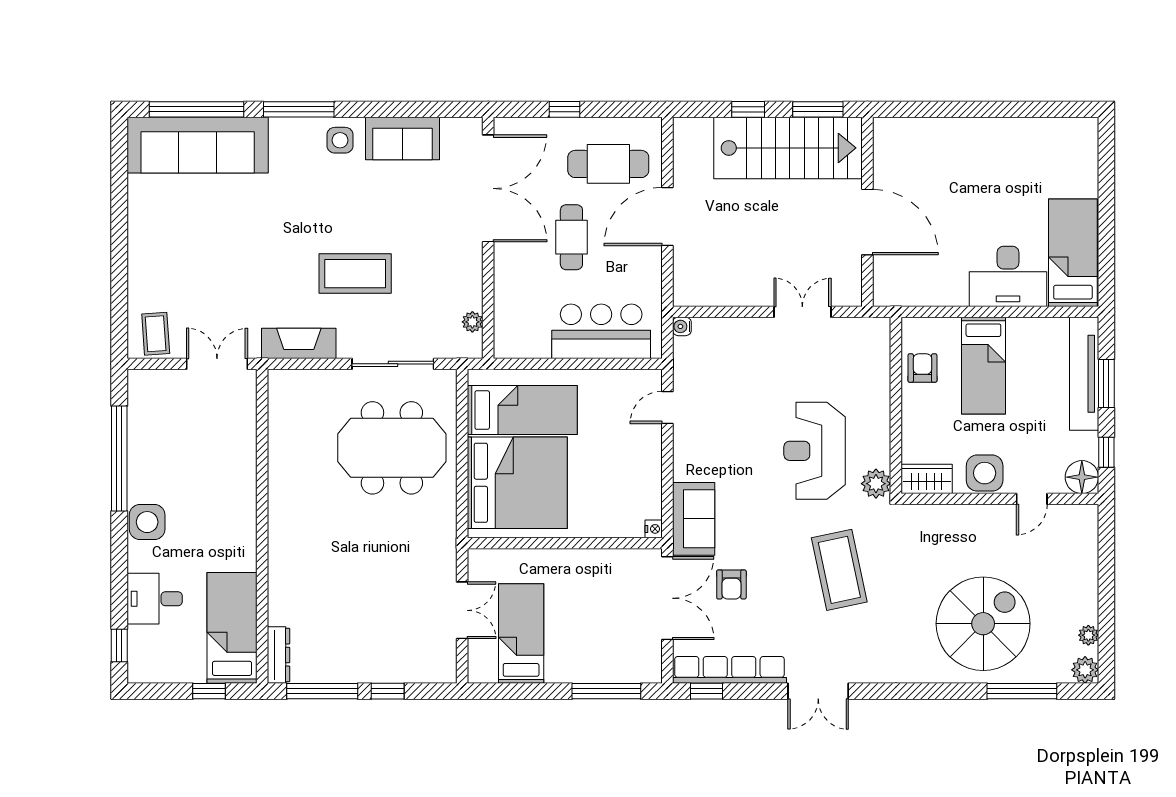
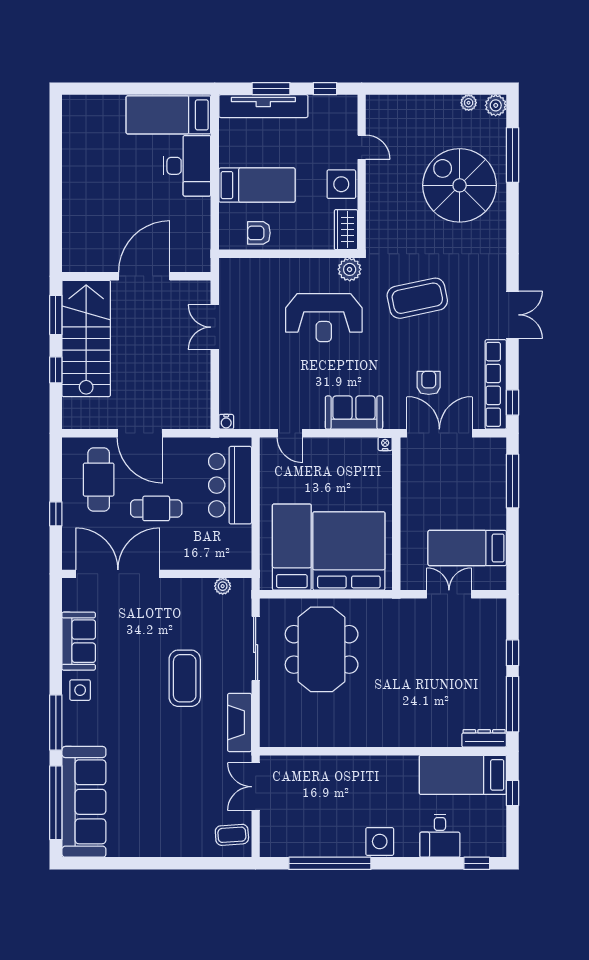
floor lamp: (1082, 477) -> (344, 108), removed
sofa: (694, 519) -> (354, 413), moved
armchair: (731, 584) -> (429, 383), turned -90

